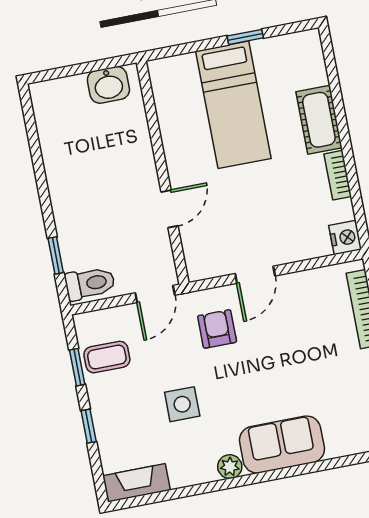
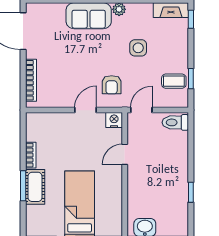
window: (341, 118) -> (23, 186), added
nightstand: (345, 238) -> (114, 120), moved, turned 90
window: (56, 255) -> (191, 192), moved
window: (89, 426) -> (191, 19), moved

